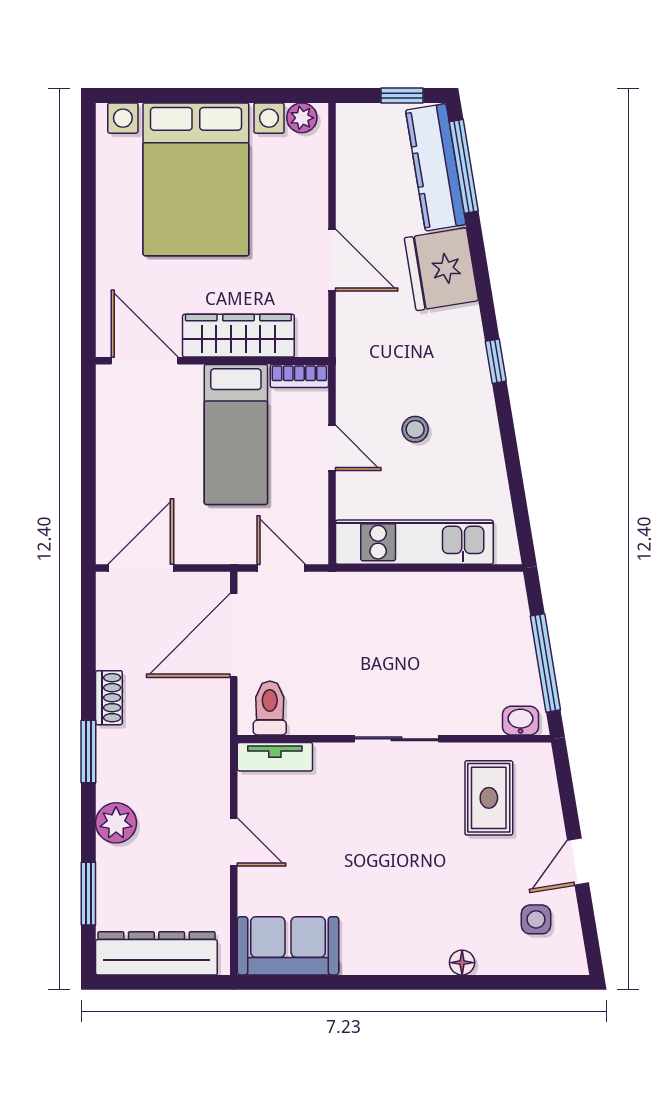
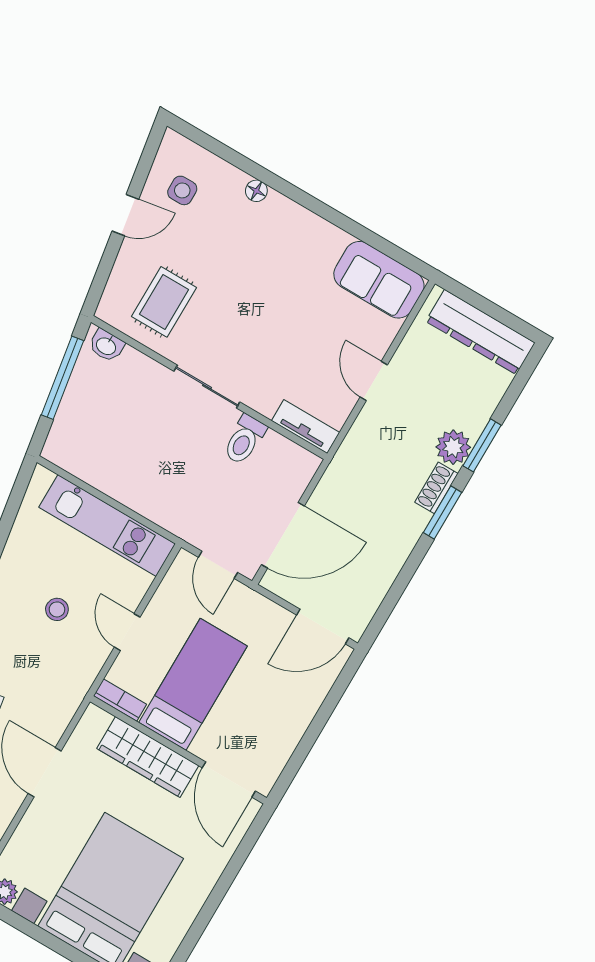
shoe rack: (109, 698) -> (436, 488), moved
toilet: (270, 708) -> (244, 440), moved
window: (88, 894) -> (482, 445), moved

